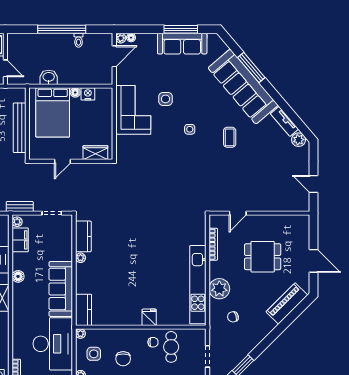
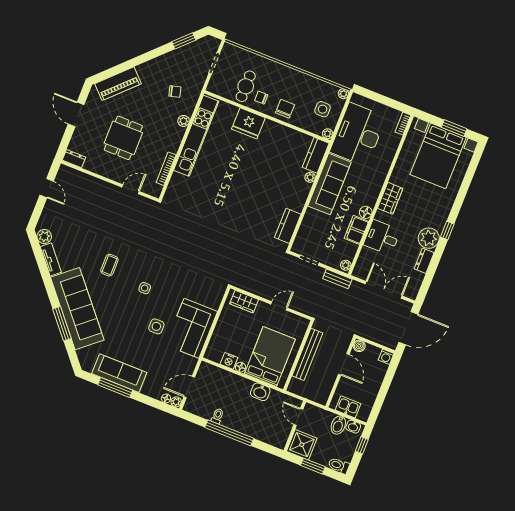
dresser: (300, 220) -> (74, 159), added
filing cabinet: (20, 240) -> (356, 230), moved
dining table: (263, 257) -> (123, 138), turned 90
plant: (81, 258) -> (310, 177), moved
plant: (219, 289) -> (184, 121), width x0.53, depth x0.53
fridge: (149, 317) -> (248, 123), width x1.88, depth x1.34
chair: (123, 359) -> (285, 109), moved

